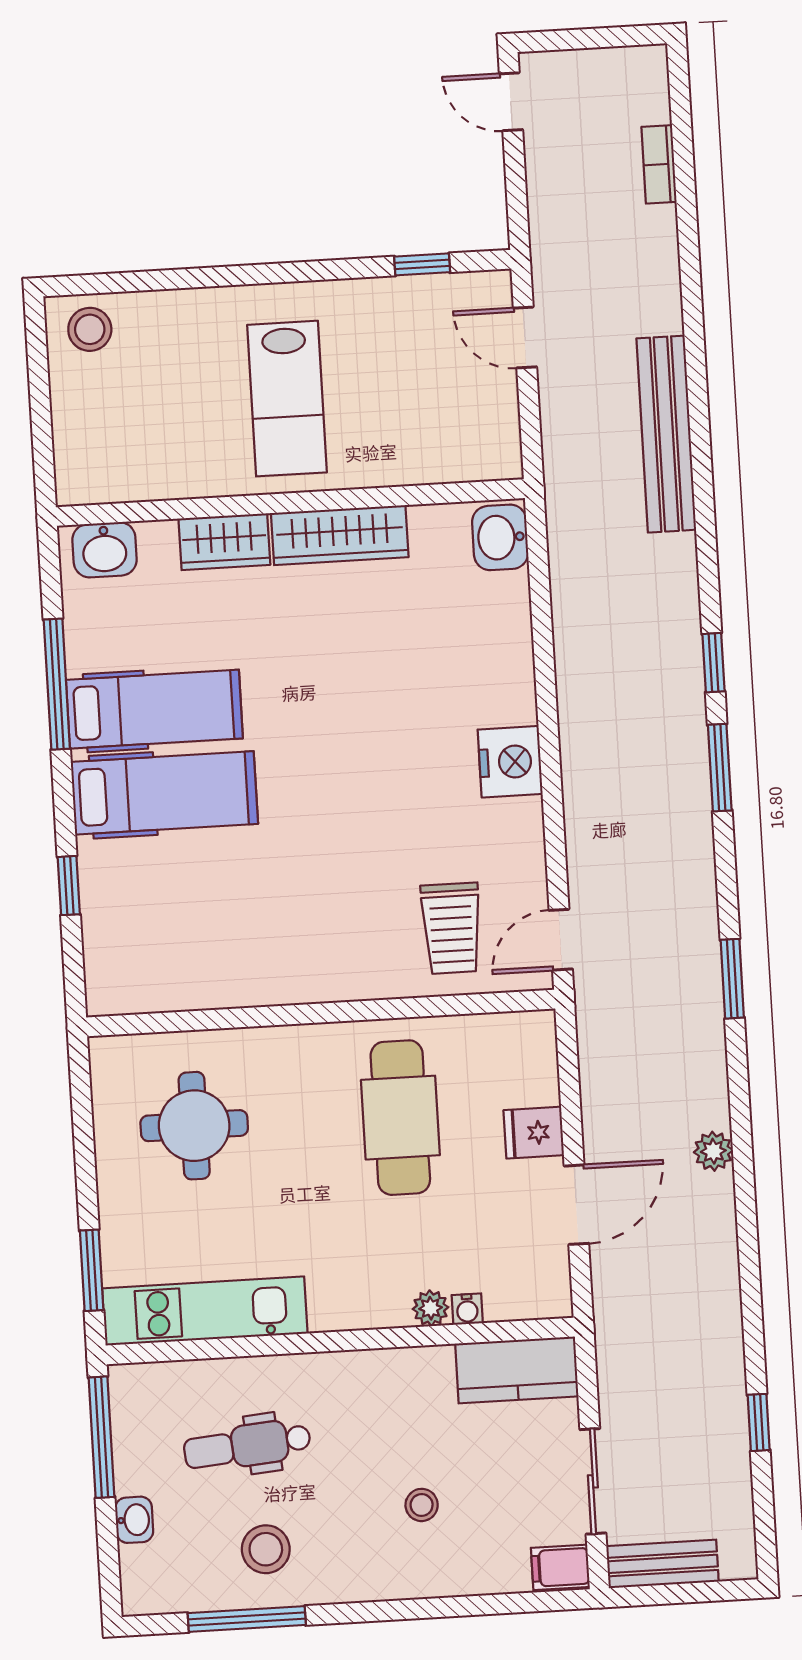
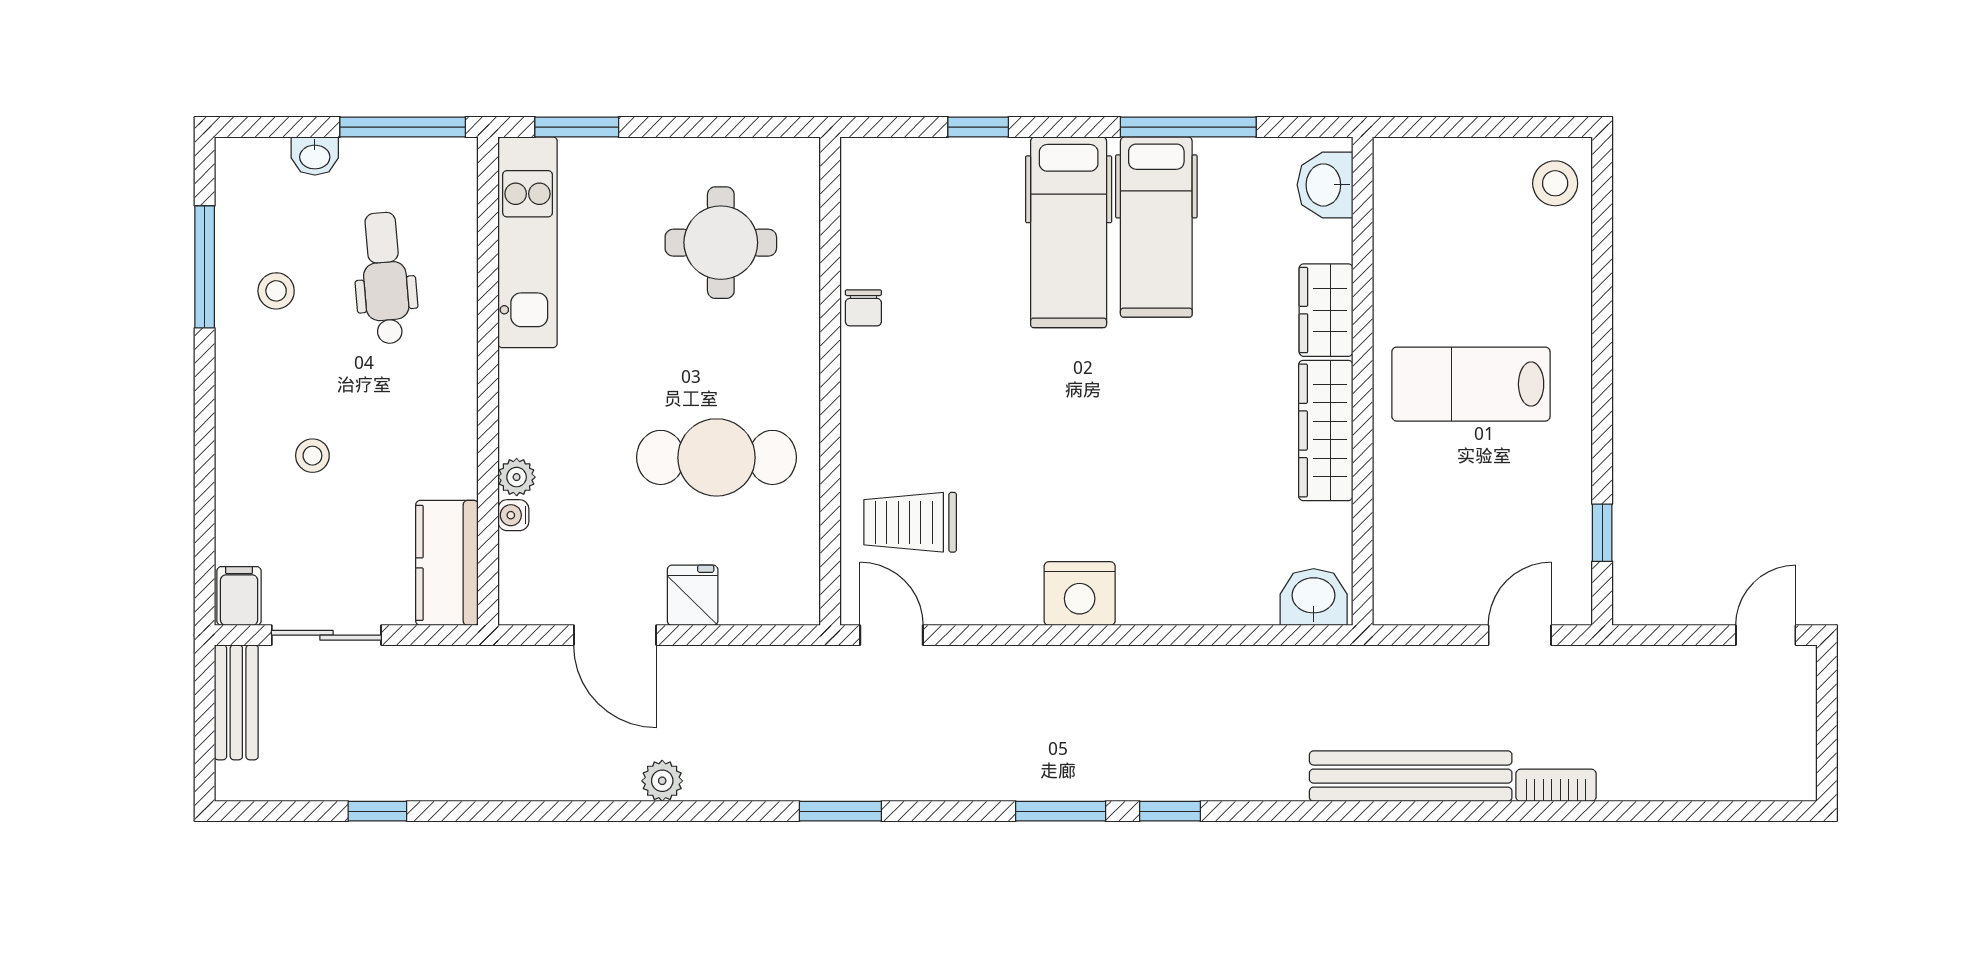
bookcase: (659, 164) -> (1556, 785), moved
chair: (249, 985) -> (863, 308), added
stool: (266, 1549) -> (276, 291), width x0.73, depth x0.73

